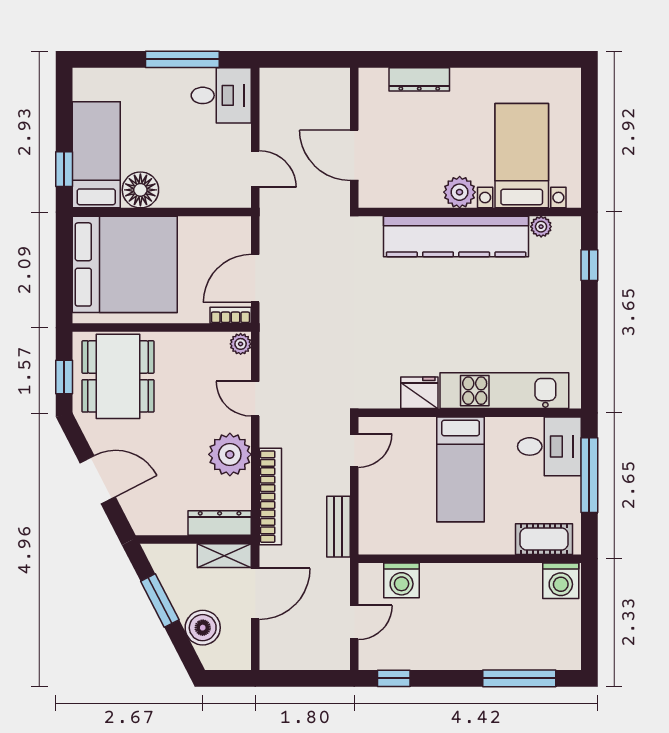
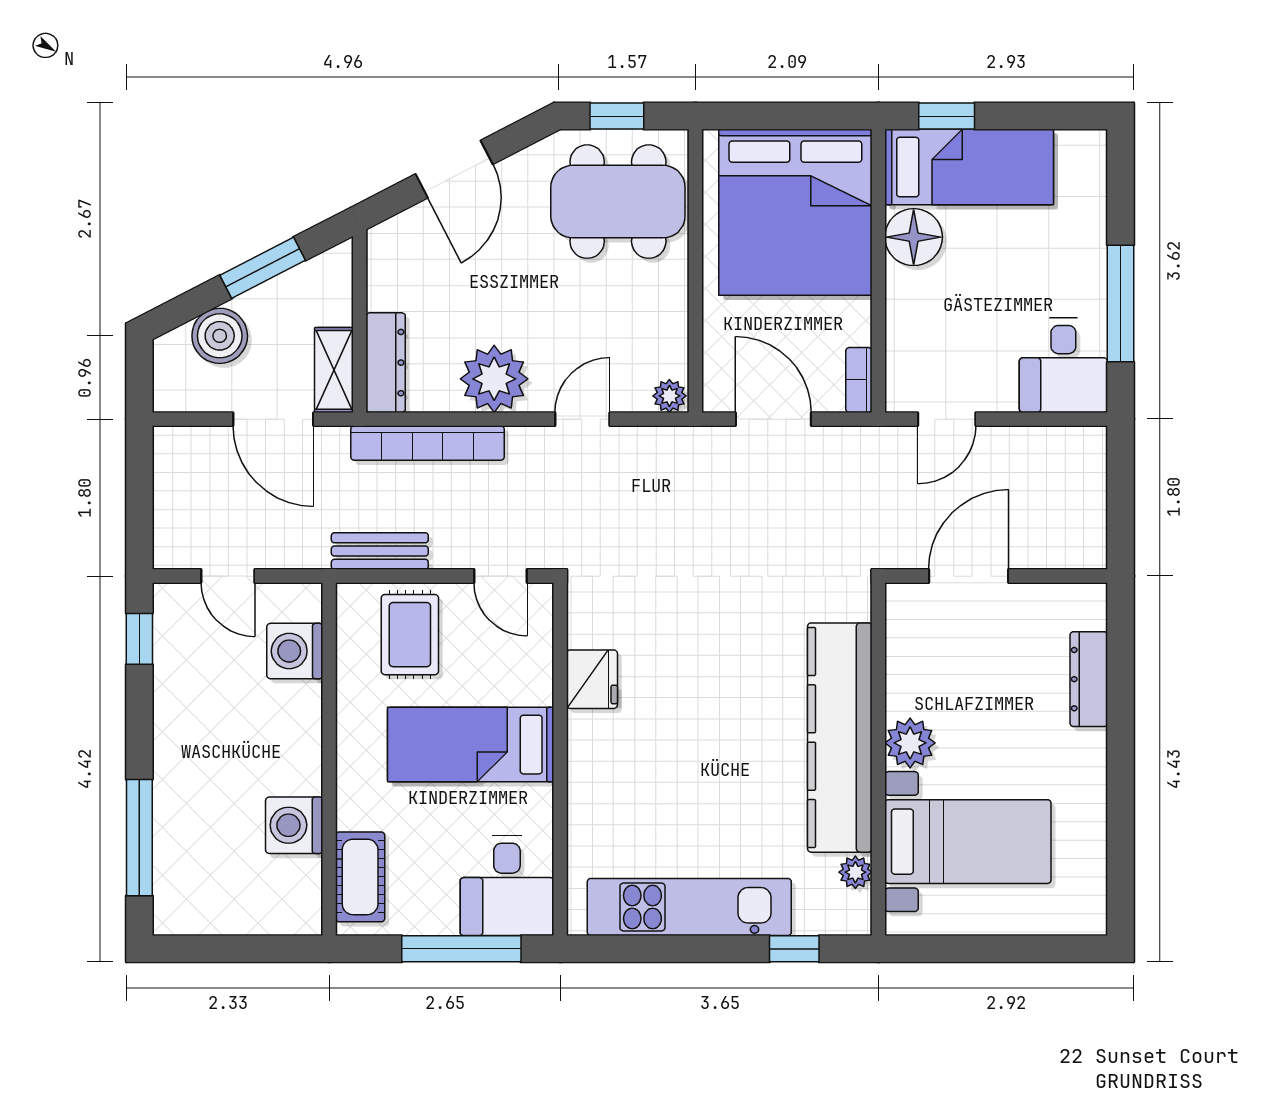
bookcase: (231, 315) -> (859, 380), moved, turned 180
kitchen unit: (504, 391) -> (689, 907), moved, turned -90
rug: (391, 508) -> (410, 635), added
washing machine: (561, 581) -> (294, 825), moved

